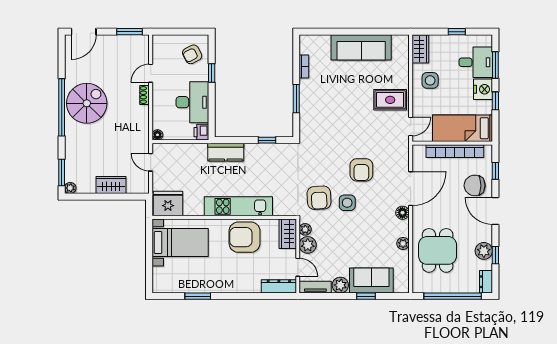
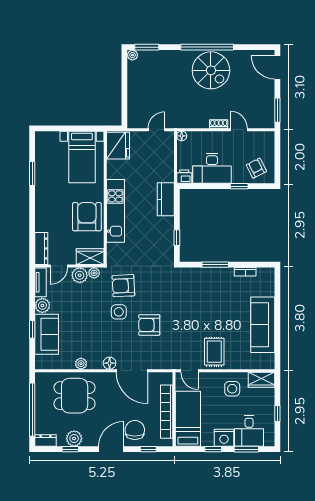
wardrobe: (111, 185) -> (135, 93), removed

